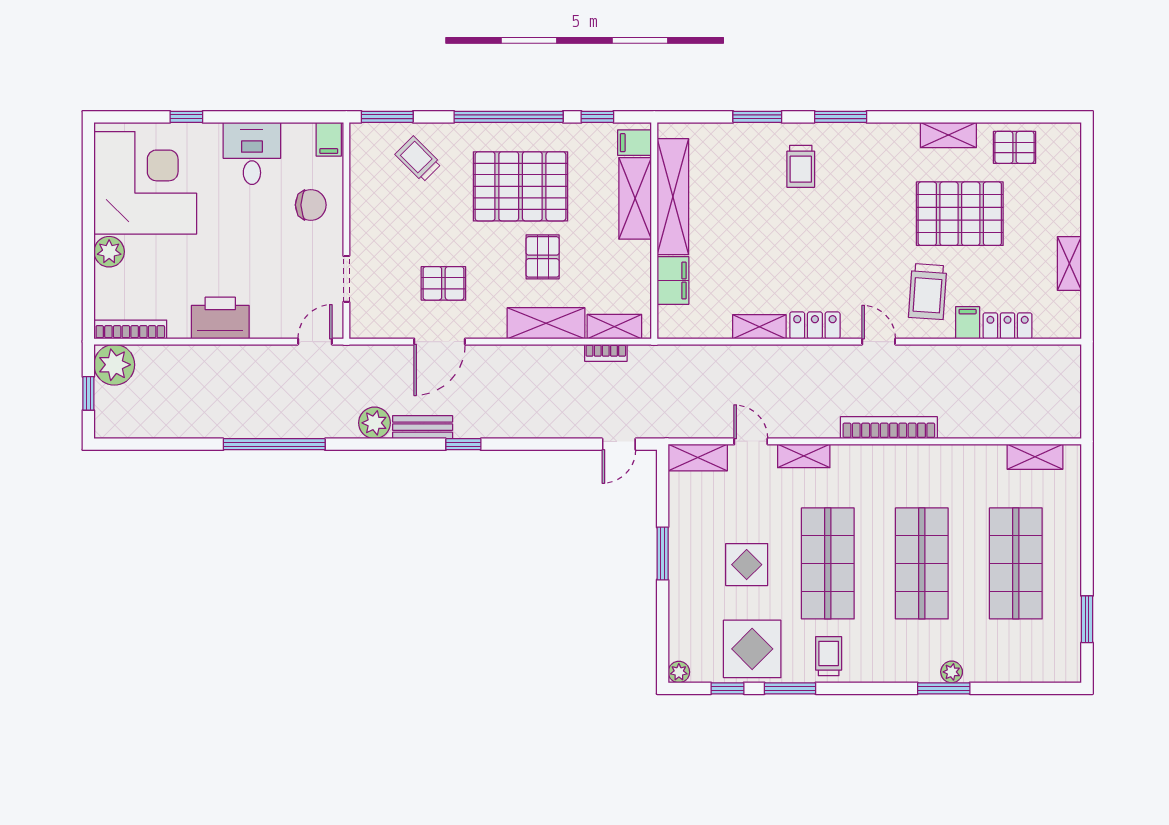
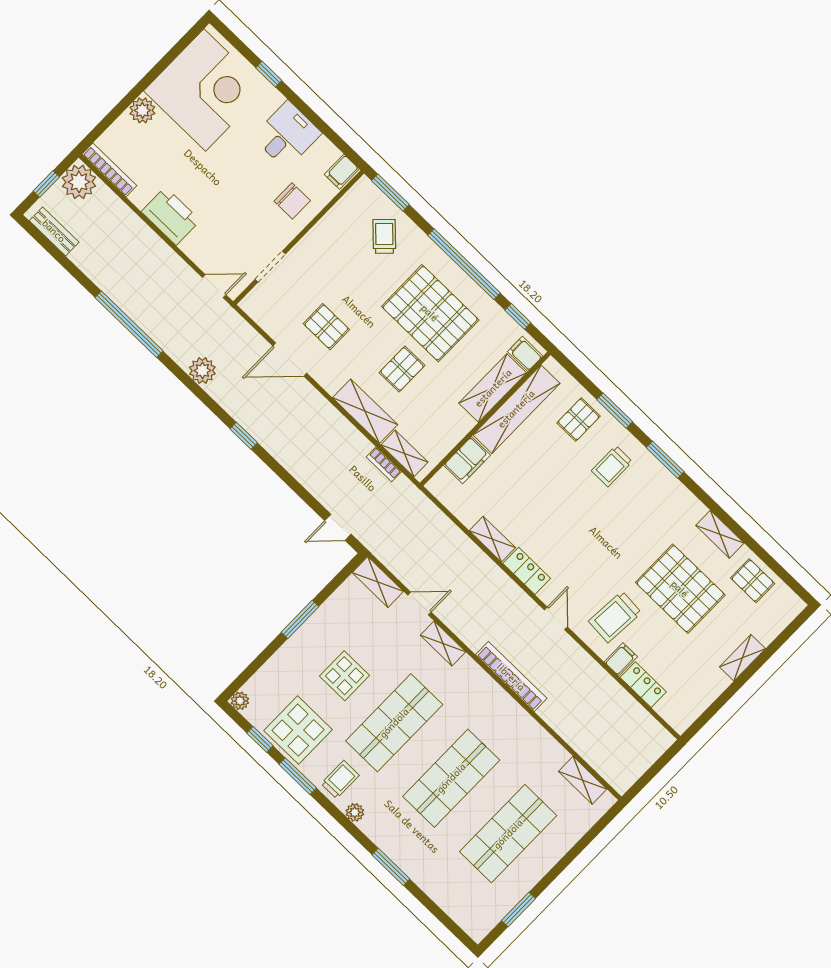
pallet: (734, 154) -> (579, 419), added
shelving: (1069, 264) -> (742, 658), moved
bench: (423, 427) -> (54, 231), moved
door: (751, 441) -> (420, 604), hinge flipped
plant: (952, 672) -> (355, 812), moved

